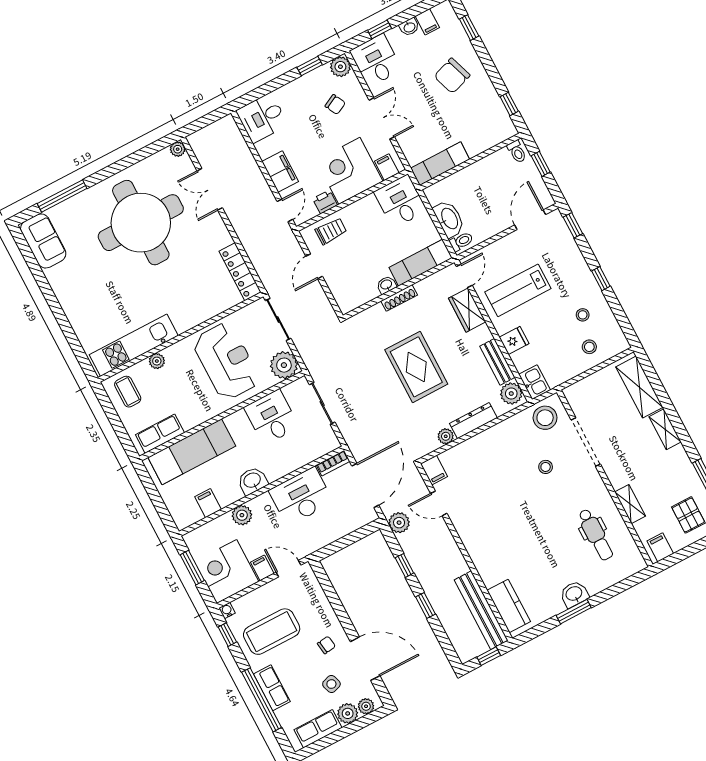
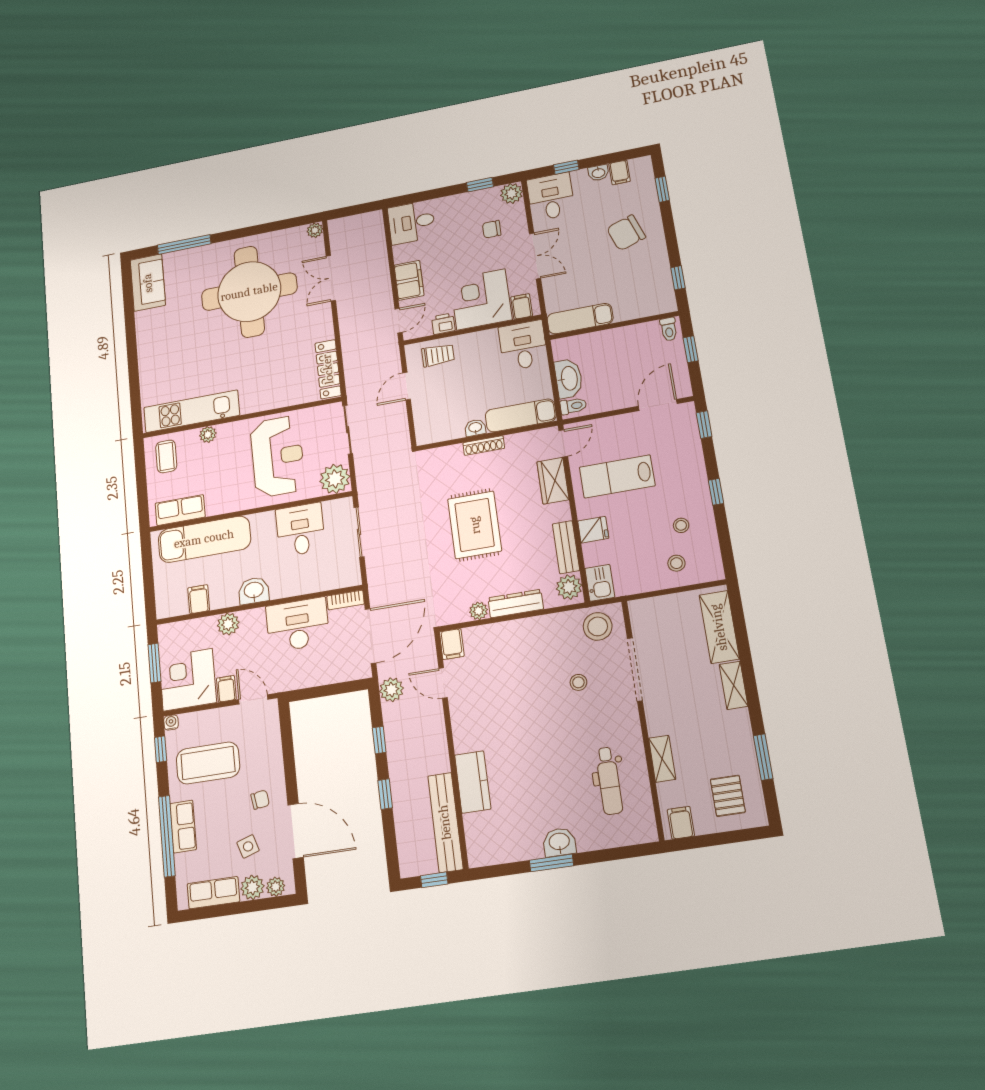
chair: (335, 105) -> (492, 229), turned 117
kitchen counter: (509, 606) -> (473, 782), moved

